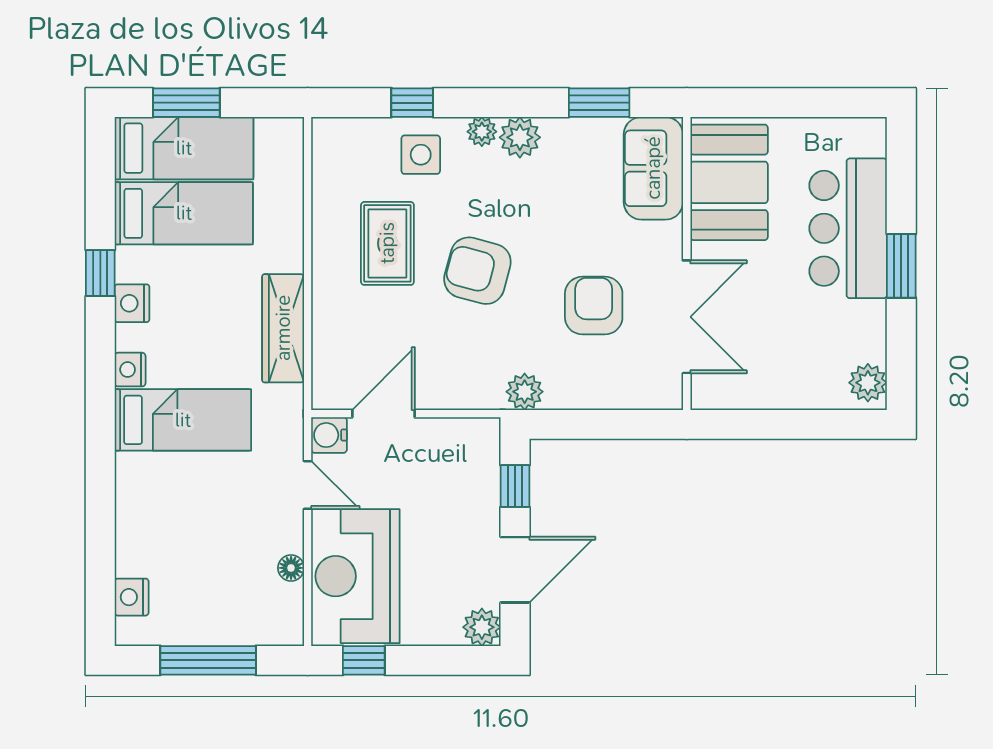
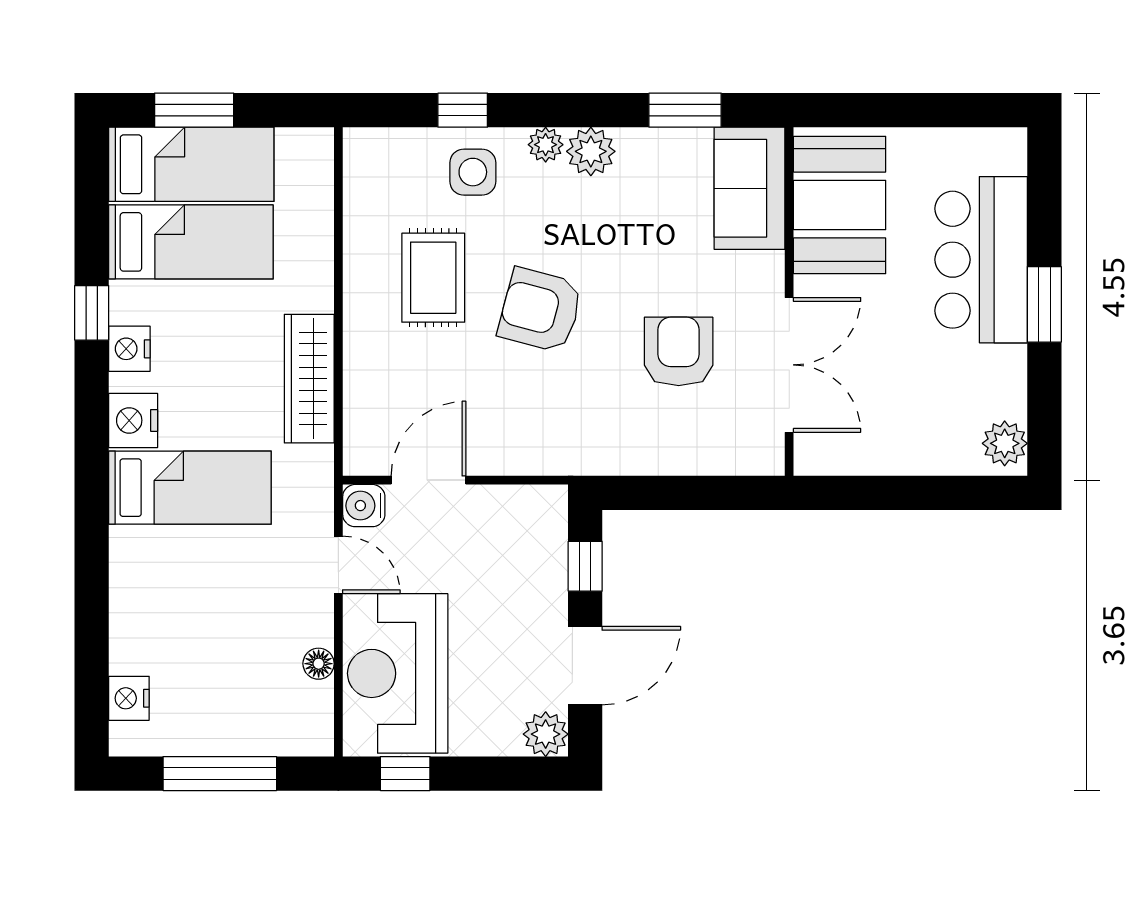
nightstand: (130, 370) -> (133, 420), width x1.36, depth x1.33
plant: (525, 392) -> (596, 454), removed

